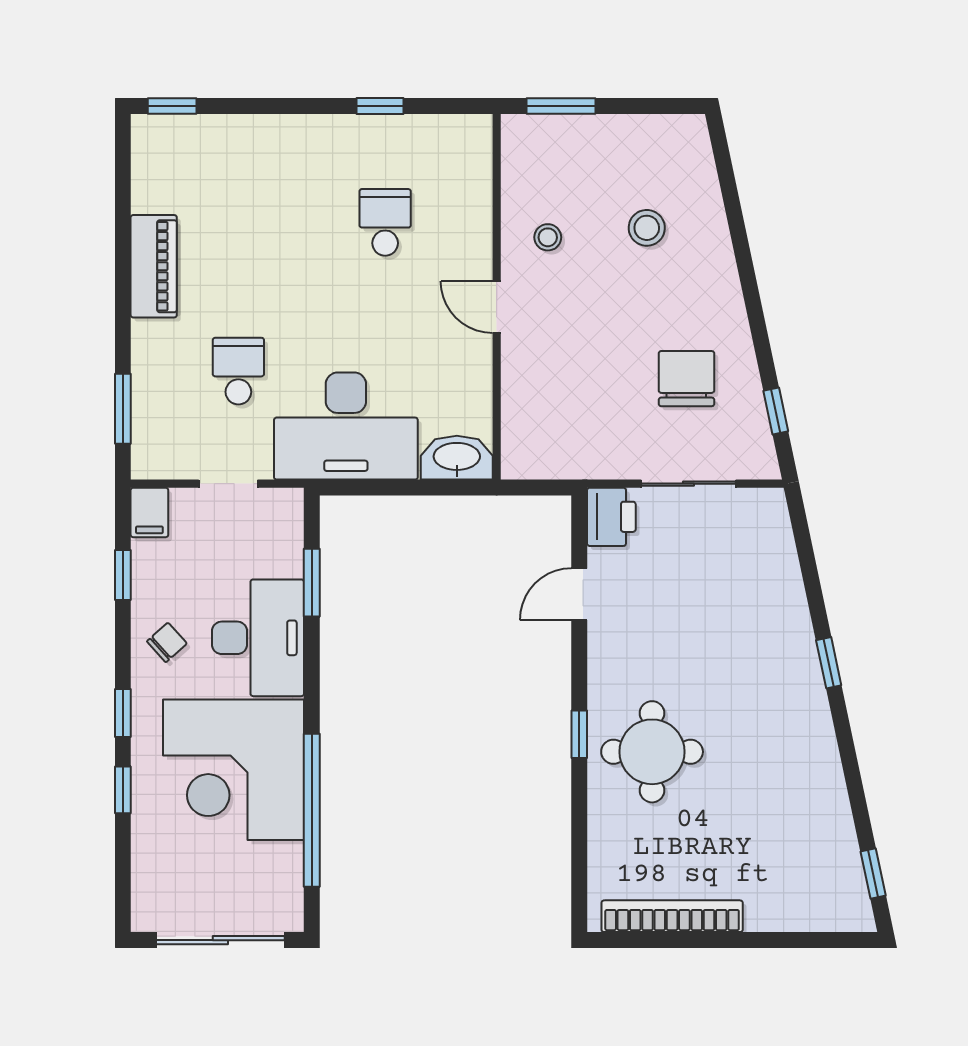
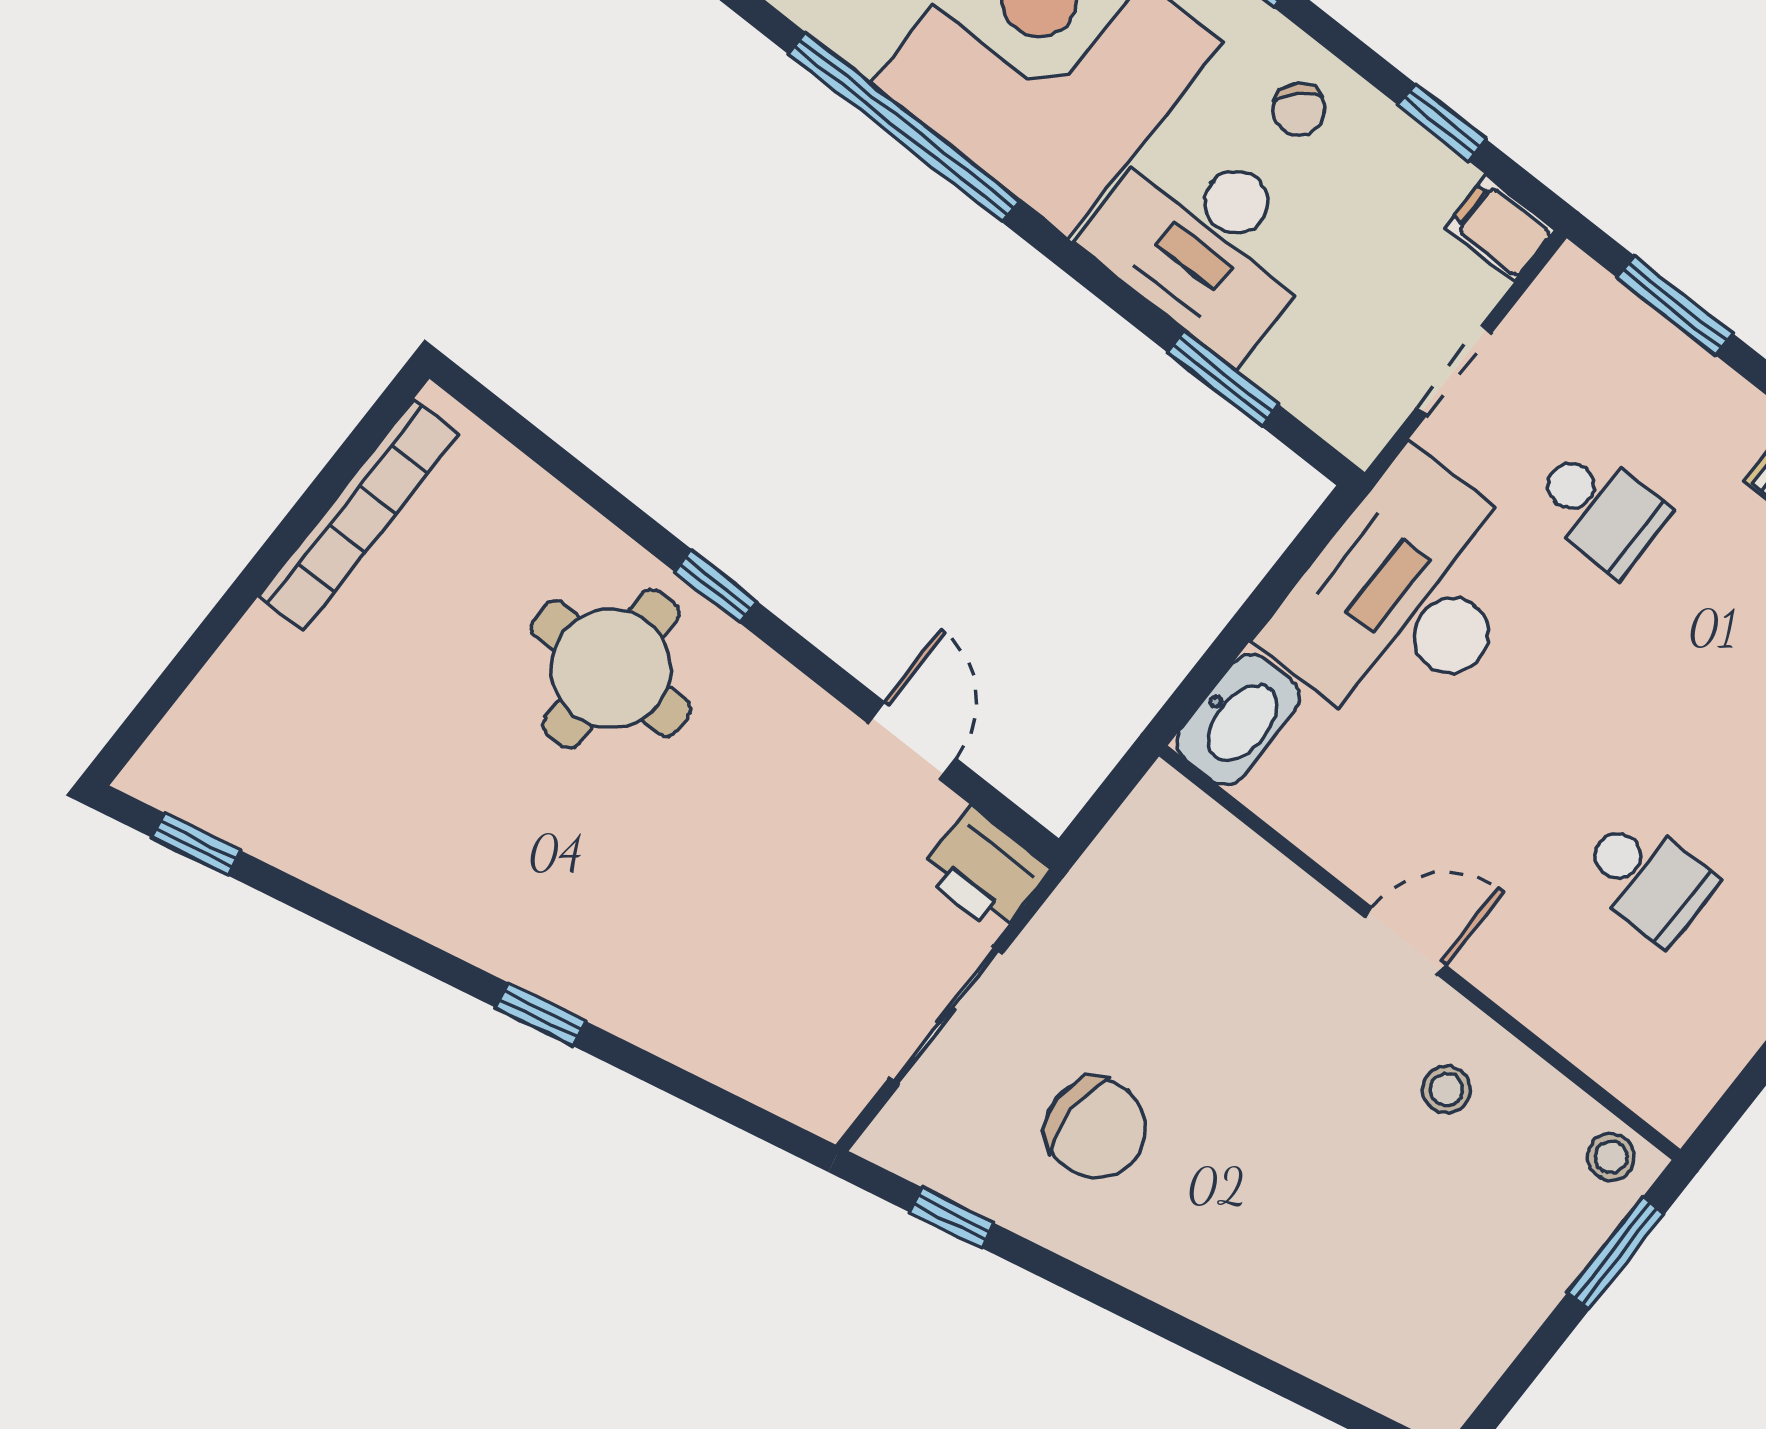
stool: (647, 228) -> (1611, 1157), moved, width x0.73, depth x0.73

